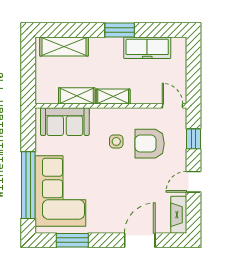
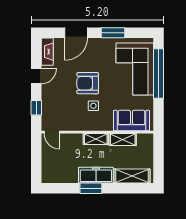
freezer: (147, 48) -> (96, 175), moved
armchair: (150, 144) -> (88, 83), moved, turned 180
window: (72, 240) -> (113, 33), moved

